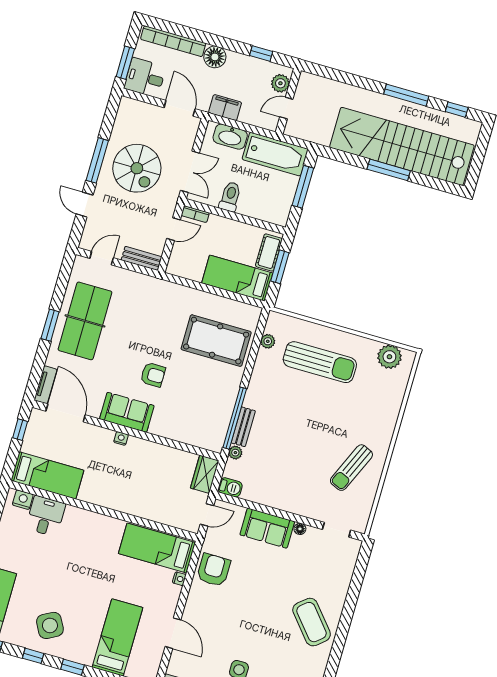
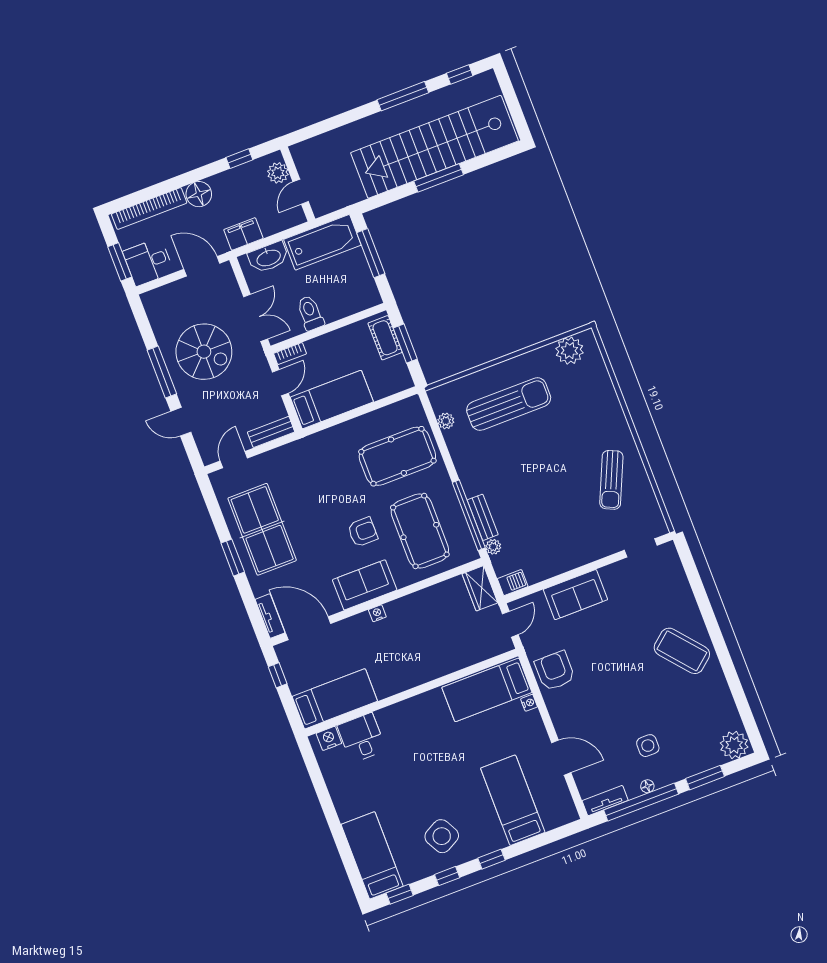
bed: (237, 278) -> (332, 400), moved, turned 180
pool table: (193, 404) -> (420, 531), added
floor lamp: (300, 529) -> (606, 572), removed

